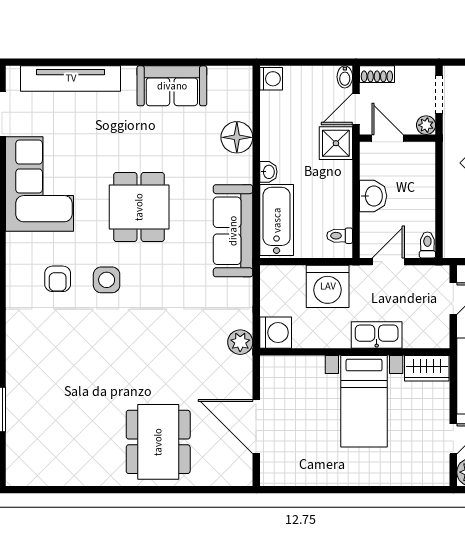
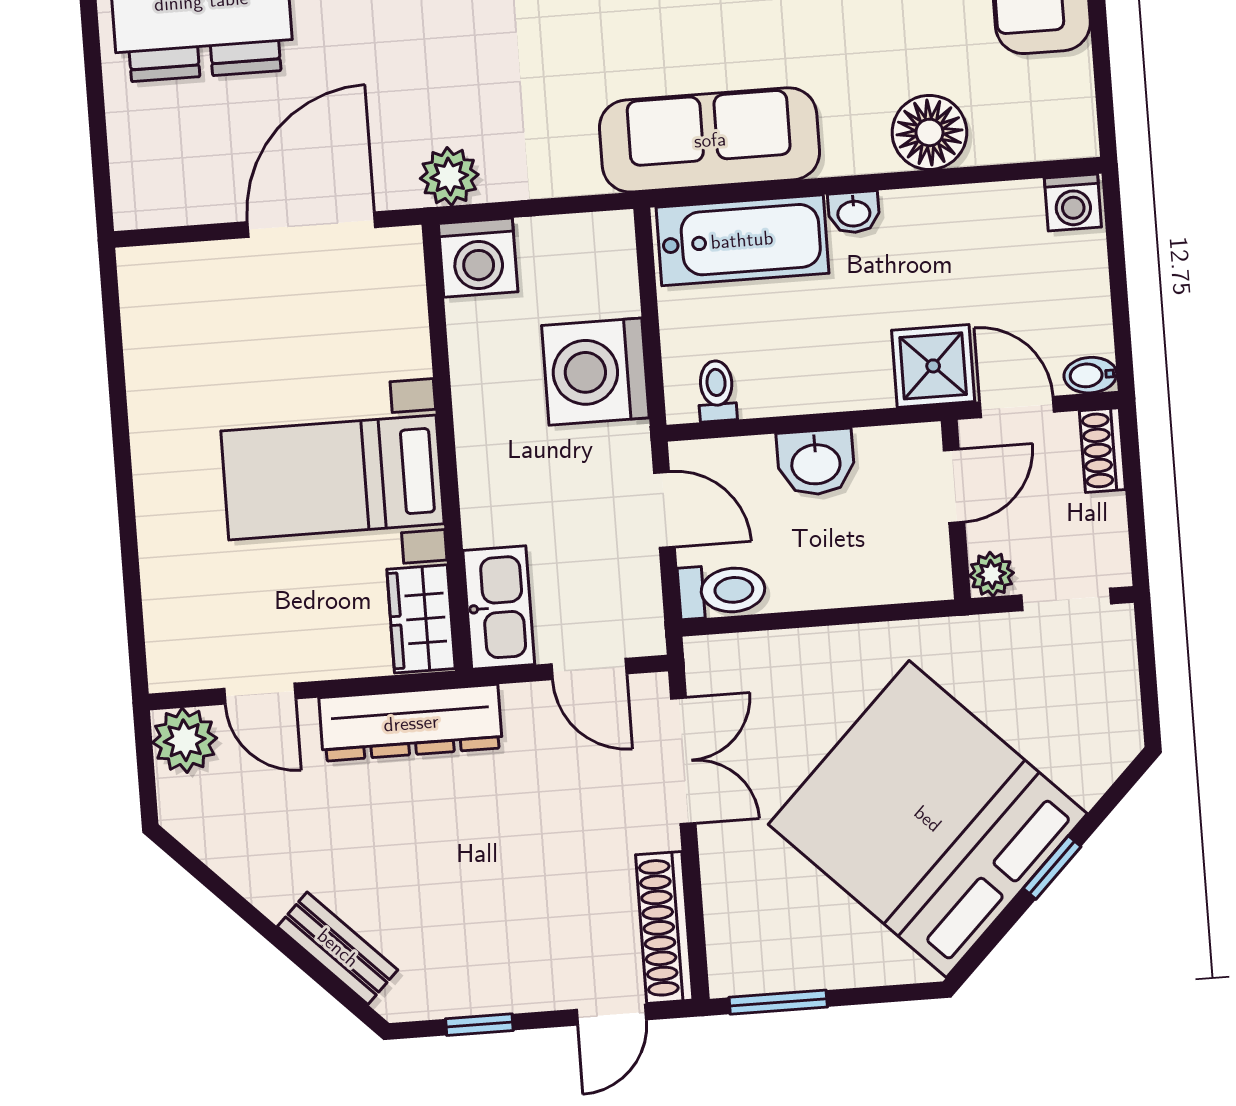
toilet: (427, 245) -> (722, 591), width x1.37, depth x1.39
kitchen sink: (377, 335) -> (499, 608), moved
door: (256, 427) -> (311, 225), moved

